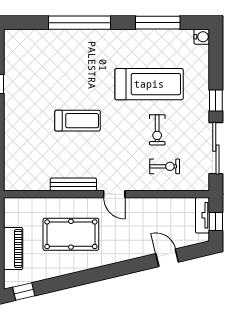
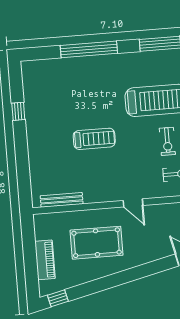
bench: (73, 184) -> (62, 200), moved

